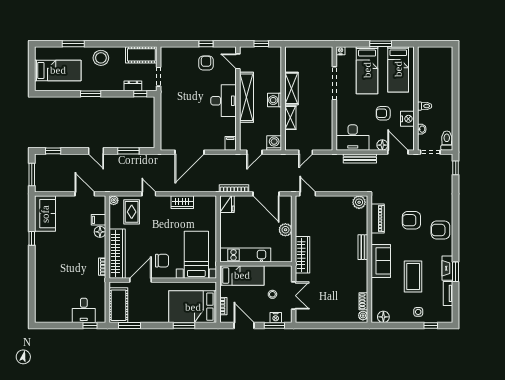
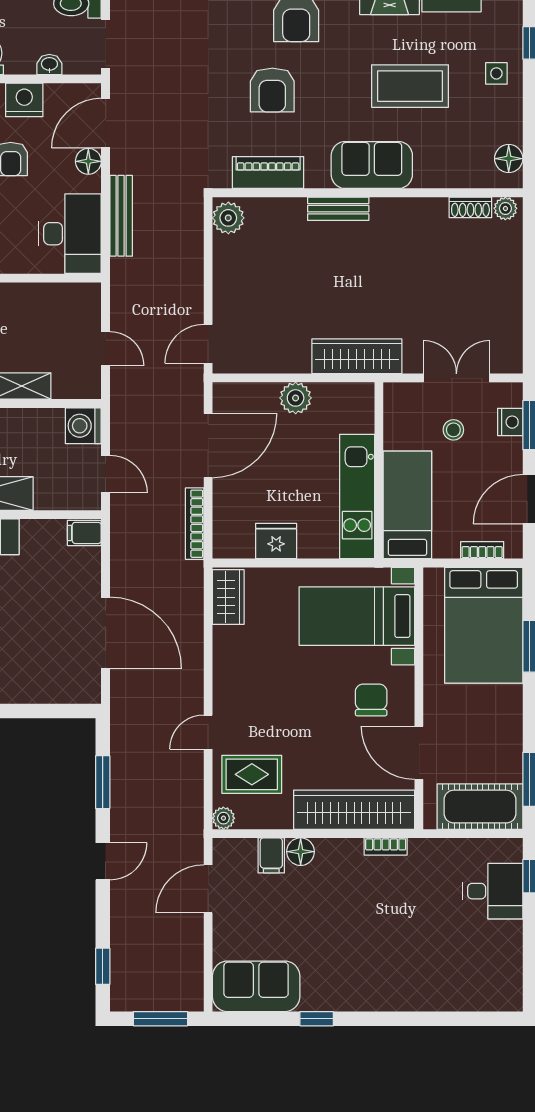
wardrobe: (182, 202) -> (228, 597), moved
fridge: (227, 204) -> (276, 541), moved

